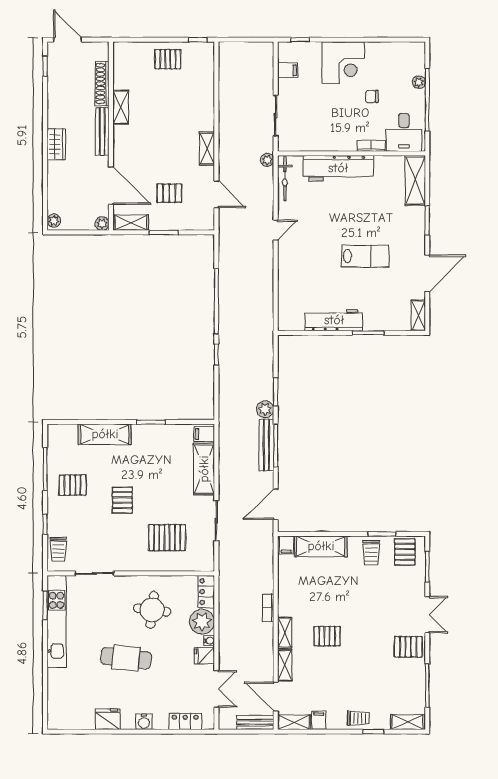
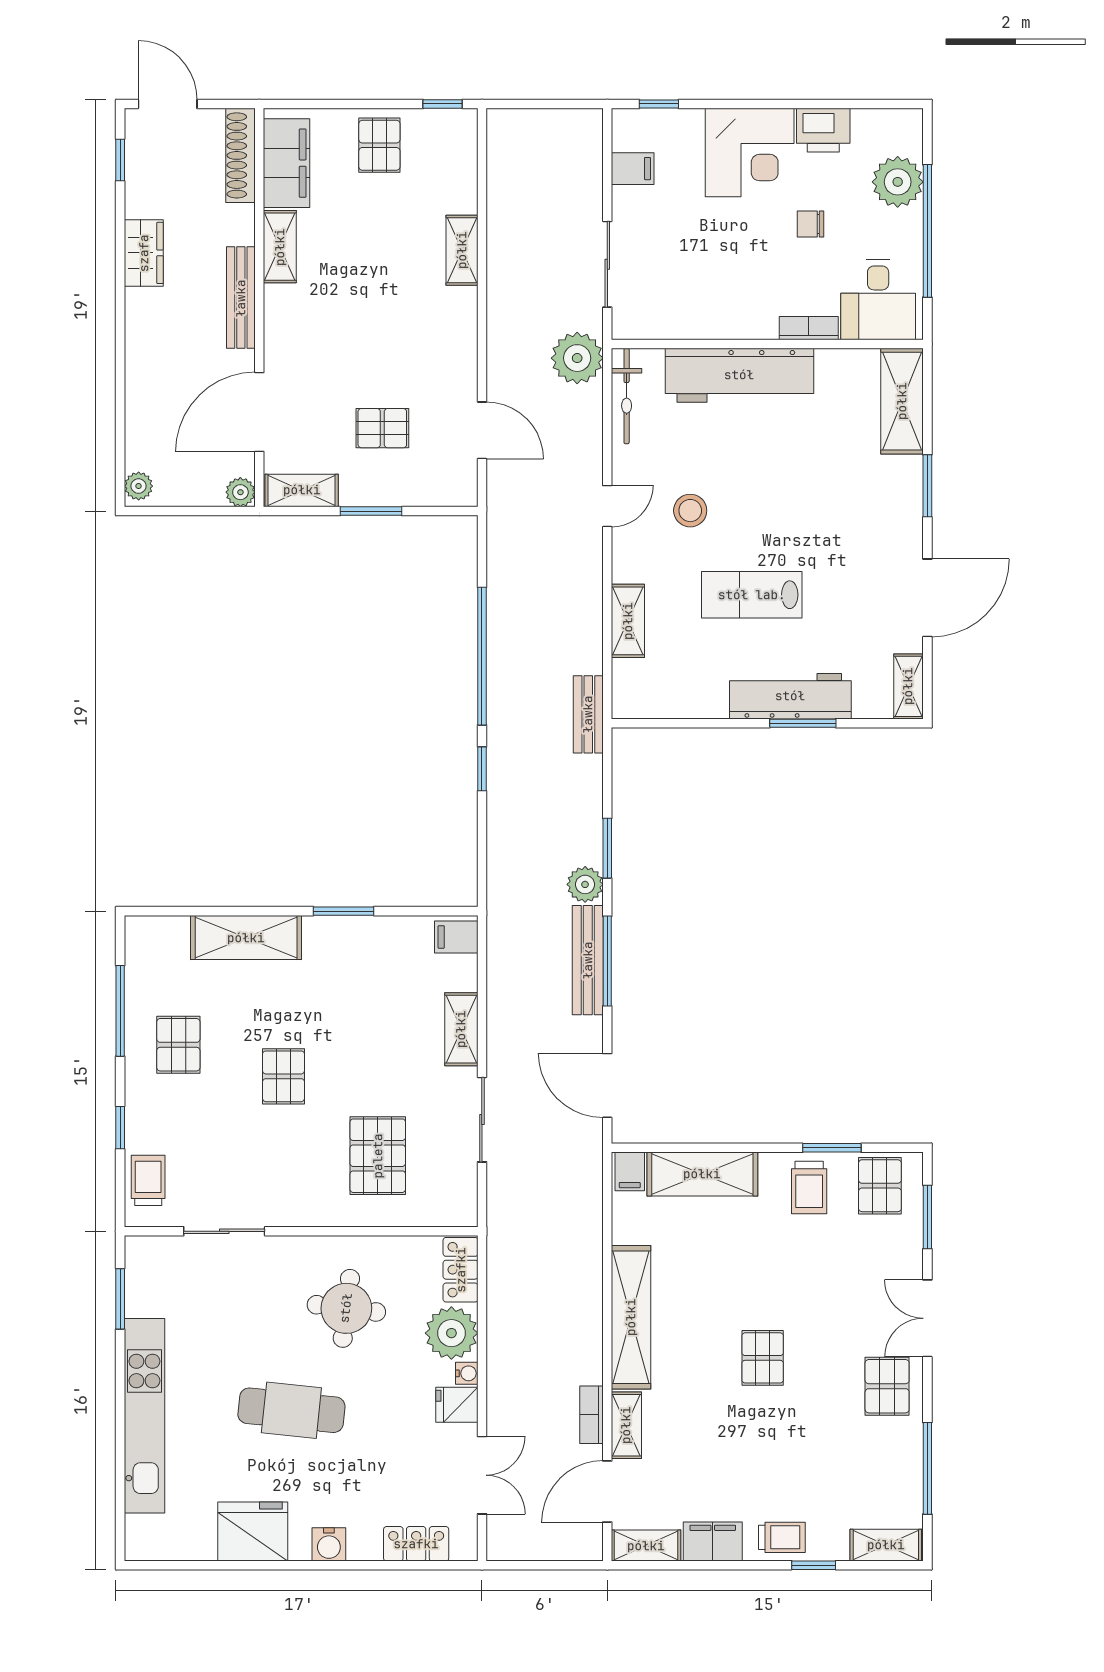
printer: (378, 52) -> (823, 130), added
pallet: (168, 59) -> (379, 145), turned 90
filing cabinet: (124, 68) -> (287, 163), added
plant: (419, 82) -> (898, 182), width x1.88, depth x1.88
shoe rack: (102, 84) -> (241, 155), moved
wardrobe: (56, 144) -> (144, 253), moved
shelving: (207, 149) -> (462, 250), moved
plant: (267, 160) -> (577, 358), width x1.88, depth x1.88
door: (111, 186) -> (259, 412), swing flipped
stool: (315, 232) -> (690, 511), added
lab bench: (365, 256) -> (752, 595), moved, turned 180
shelving: (285, 284) -> (628, 621), added
workbench: (334, 320) -> (790, 696), moved
shelving: (204, 469) -> (461, 1029), width x0.67, depth x0.75
pallet: (73, 485) -> (178, 1045), turned 90
door: (276, 504) -> (607, 1085), hinge flipped
pallet: (167, 538) -> (378, 1156), turned 90
trolley: (58, 549) -> (148, 1180), turned 180
bookcase: (268, 608) -> (592, 1415), moved
double door: (427, 615) -> (927, 1318), swing flipped
kitchen unit: (57, 622) -> (144, 1416), moved
shelving: (285, 633) -> (631, 1317), width x2.20, depth x1.33
pallet: (327, 636) -> (763, 1358), moved, turned 90
pallet: (408, 647) -> (887, 1386), turned 90
door: (276, 697) -> (607, 1491), hinge flipped
fridge: (108, 719) -> (253, 1532), width x1.36, depth x1.34
filing cabinet: (319, 720) -> (713, 1542), width x2.00
bench: (255, 723) -> (588, 714), moved, turned 90

